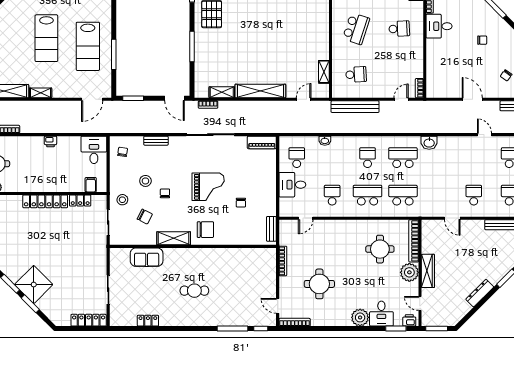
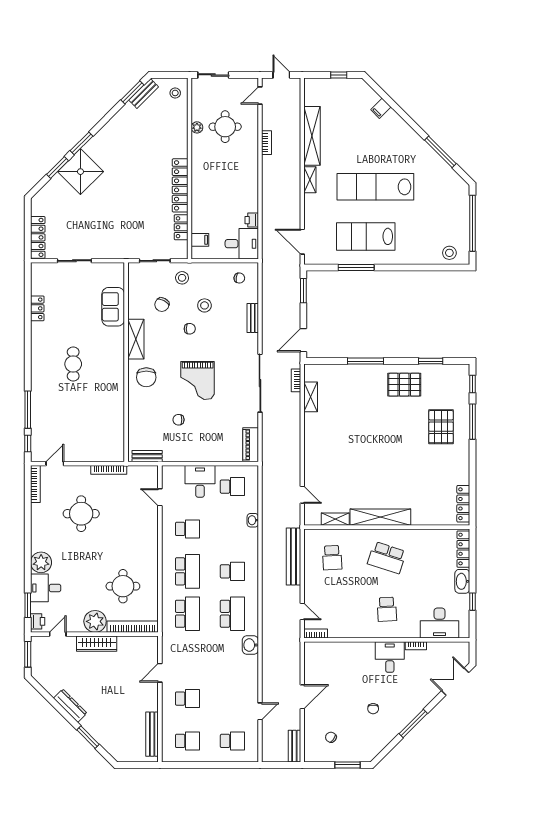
lab bench: (46, 38) -> (375, 187), width x1.36
shelving: (260, 91) -> (380, 517), moved, turned 90
printer: (50, 141) -> (252, 220), moved

